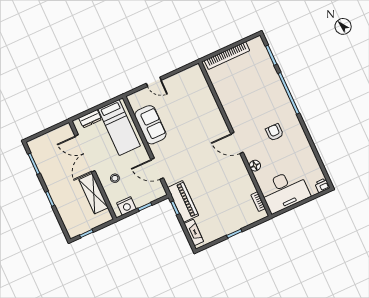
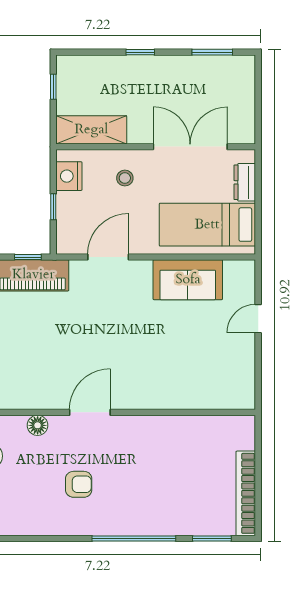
bookcase: (227, 56) -> (246, 493), moved
shelving: (94, 194) -> (91, 130), moved

